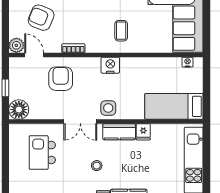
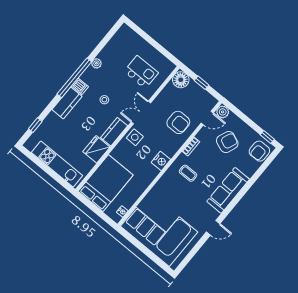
coffee table: (121, 31) -> (188, 173), moved
bed: (174, 106) -> (106, 183), width x1.50
fridge: (143, 132) -> (96, 149), width x1.88, depth x1.34

